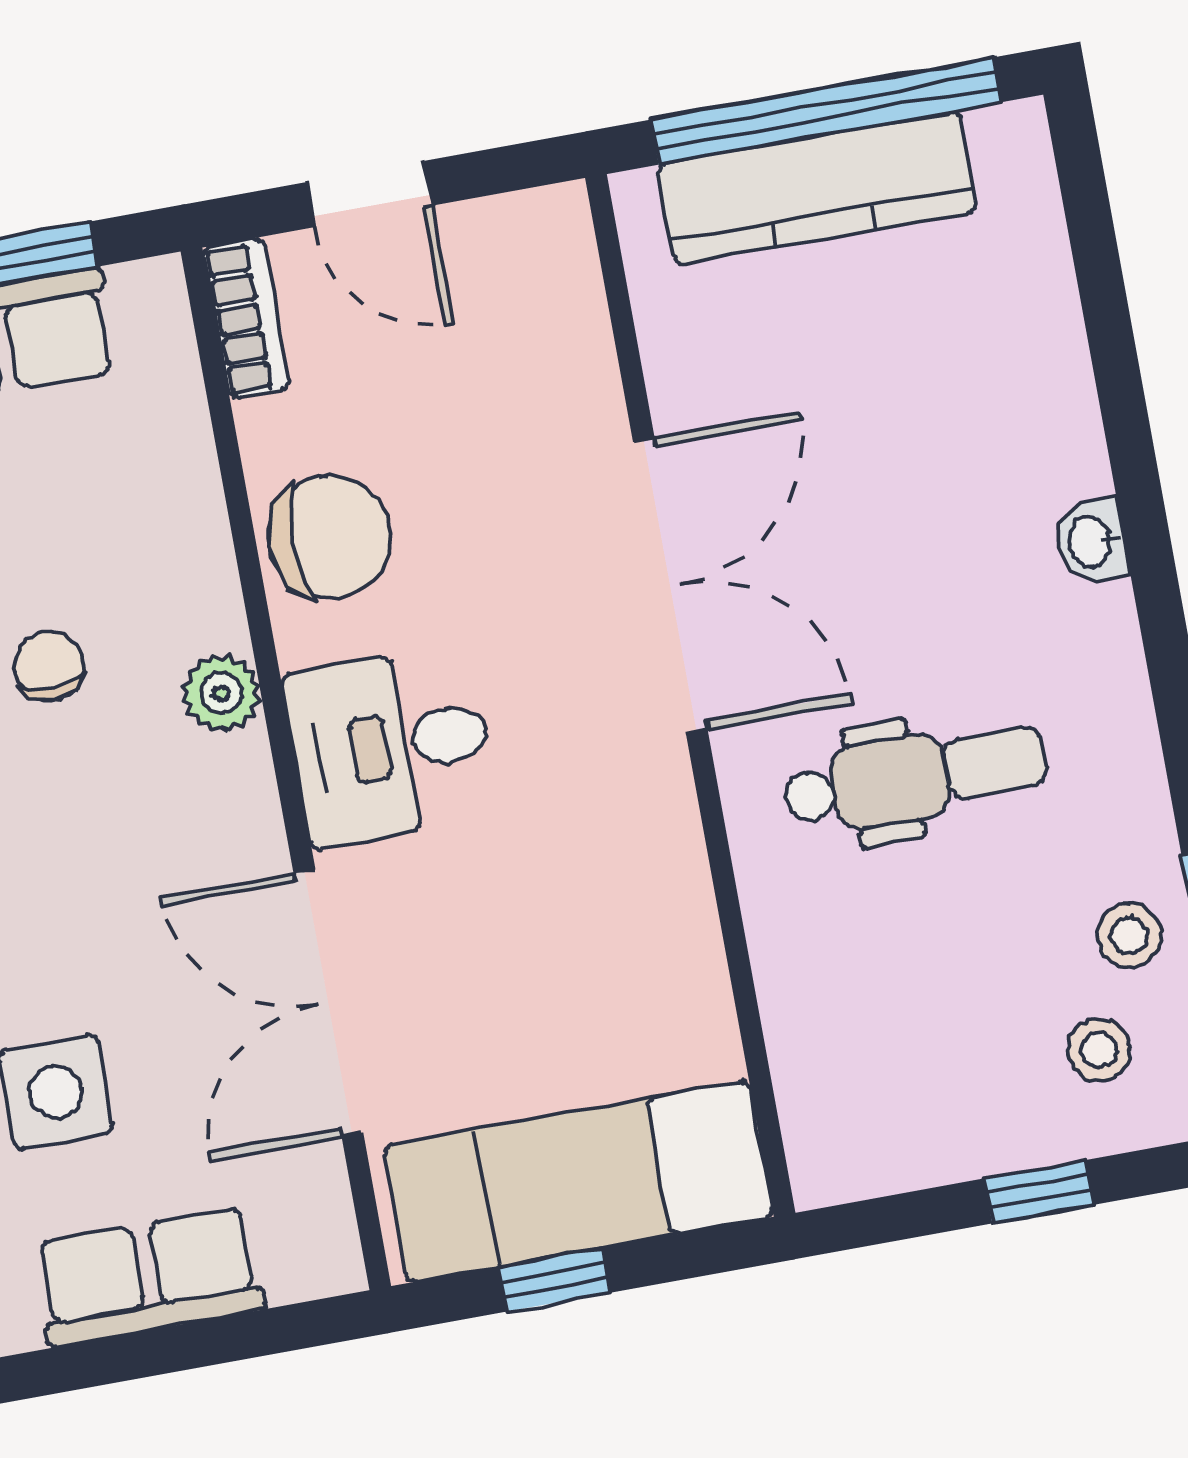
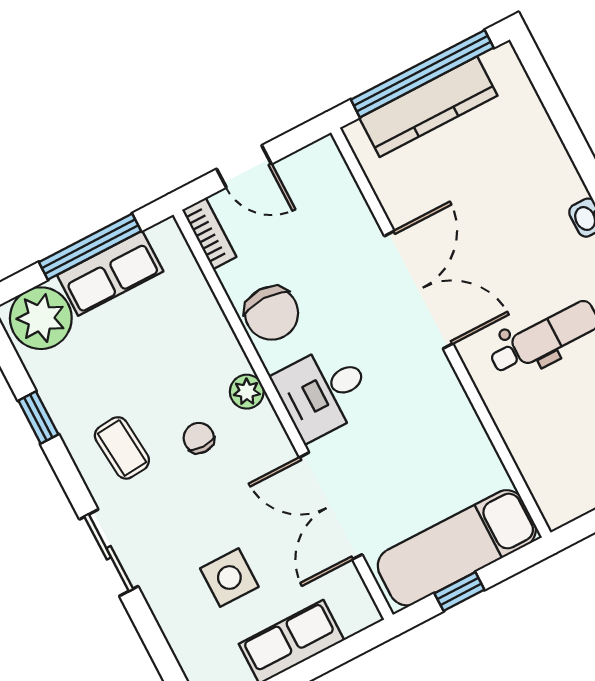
chair: (330, 537) -> (272, 313), turned 90
chair: (49, 666) -> (199, 438), moved

